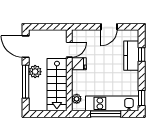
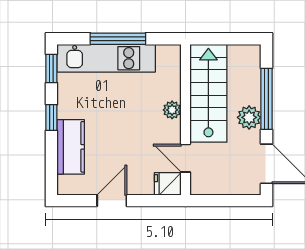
door: (69, 50) -> (186, 158), hinge flipped
window: (142, 54) -> (51, 118), moved
fridge: (79, 64) -> (168, 184), moved
plant: (77, 99) -> (172, 110), moved

